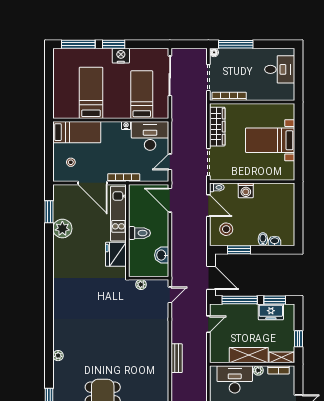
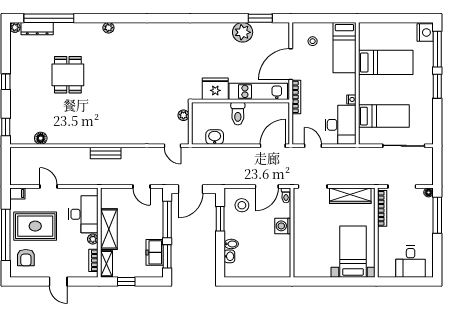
nightstand: (121, 56) -> (425, 32), moved
bed with nightstands: (270, 140) -> (353, 252), moved

